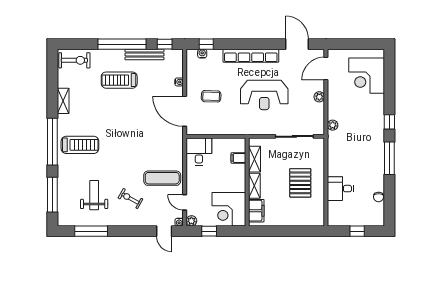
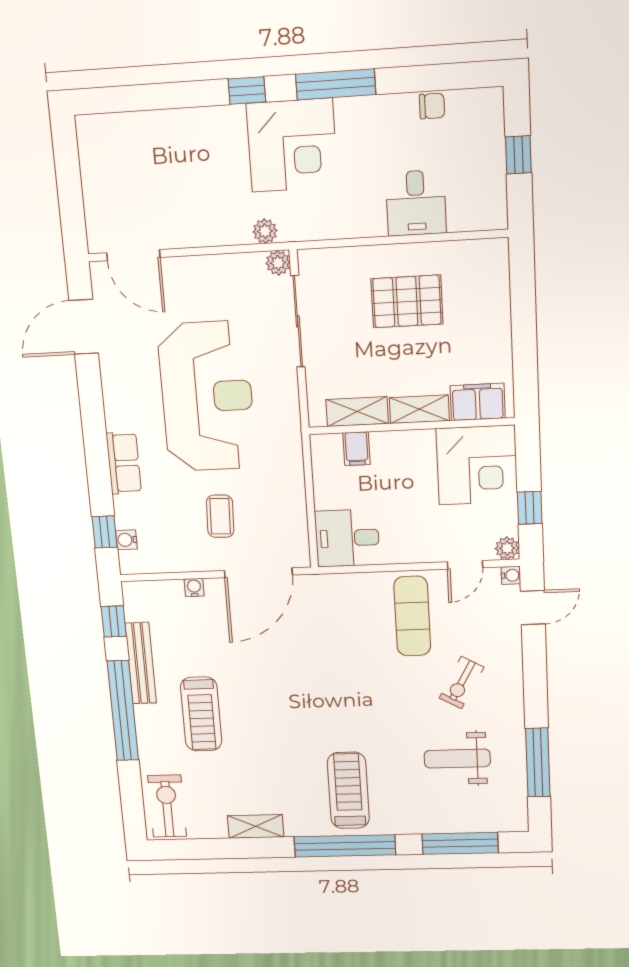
row of seats: (251, 56) -> (124, 463), width x0.50
corner desk: (367, 76) -> (292, 145), moved
reception desk: (264, 95) -> (207, 397), width x1.36, depth x1.30
plant: (319, 97) -> (278, 263), moved

